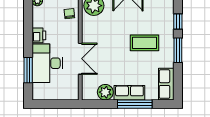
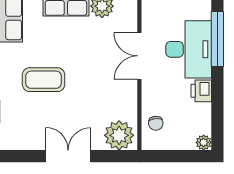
window: (28, 70) -> (217, 39), width x1.44

